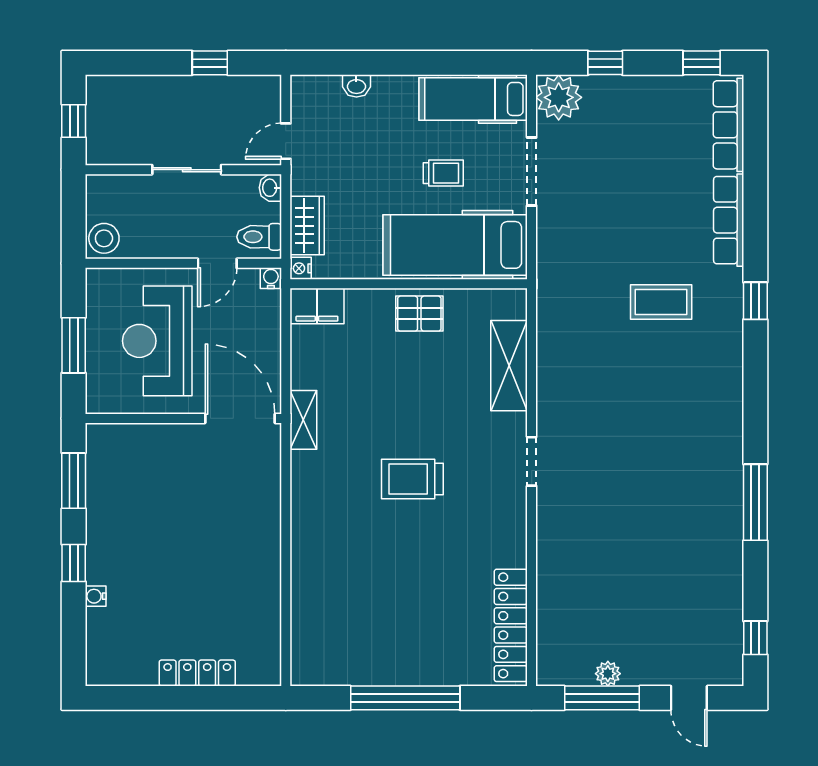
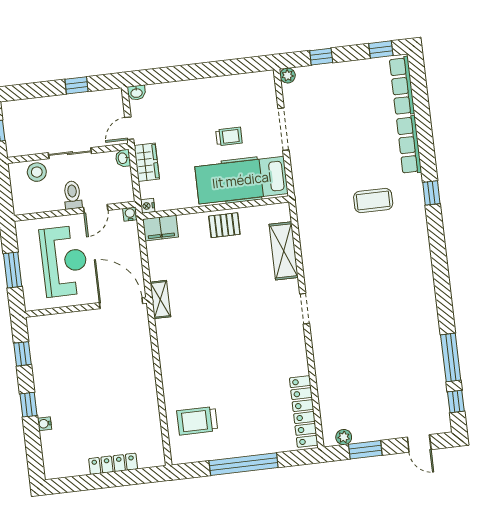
washbasin: (356, 86) -> (137, 93), moved
plant: (559, 97) -> (288, 75), width x0.53, depth x0.53
hospital bed: (473, 99) -> (242, 88), removed
wardrobe: (307, 226) -> (147, 162), moved
toilet: (259, 237) -> (72, 195), moved, turned 90
stool: (104, 238) -> (37, 172), moved
reception desk: (157, 341) -> (64, 261), turned 180
trolley: (412, 479) -> (197, 421), moved
window: (74, 481) -> (23, 354), width x0.67
window: (755, 502) -> (451, 357), moved
plant: (608, 674) -> (344, 437), moved
window: (602, 698) -> (365, 450), width x0.69

